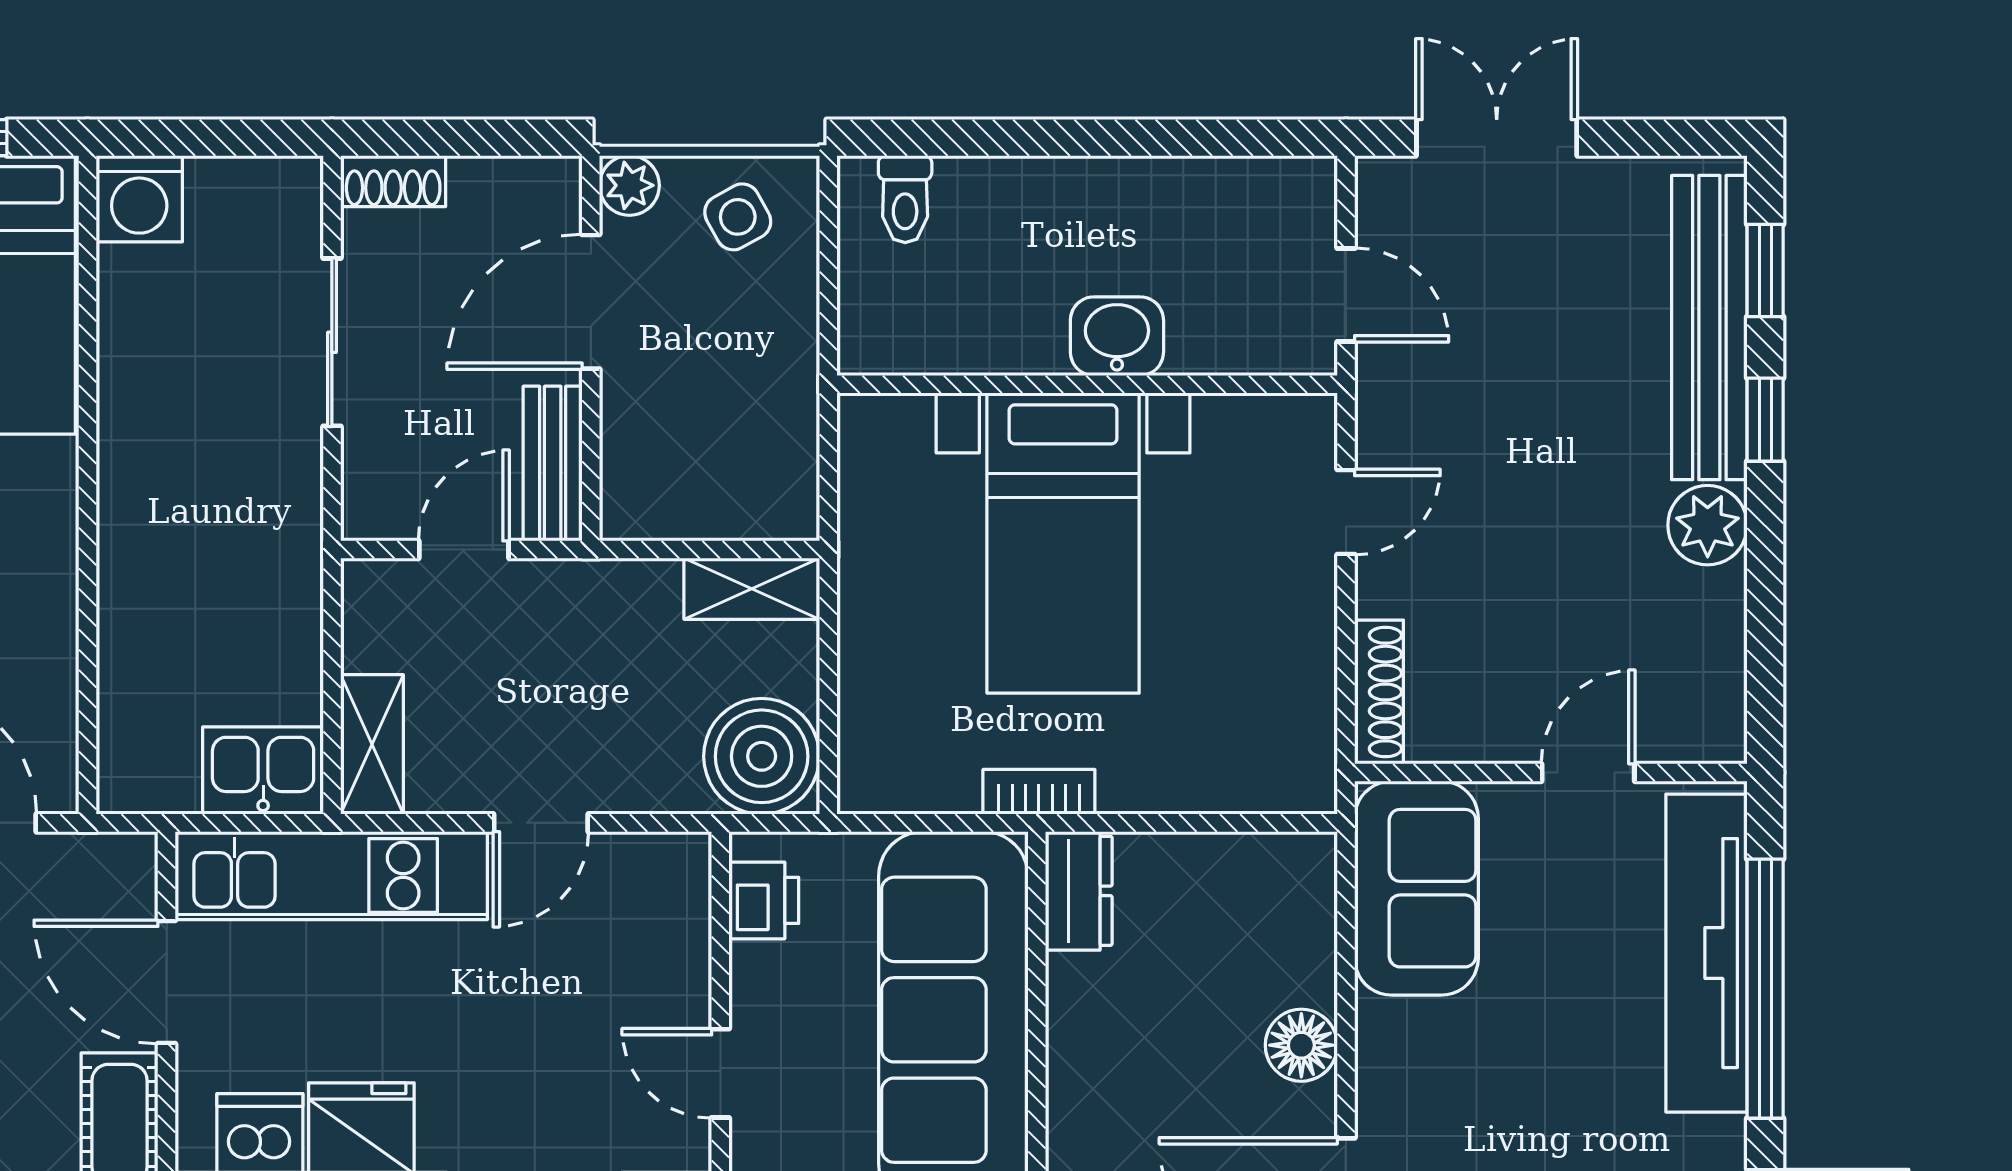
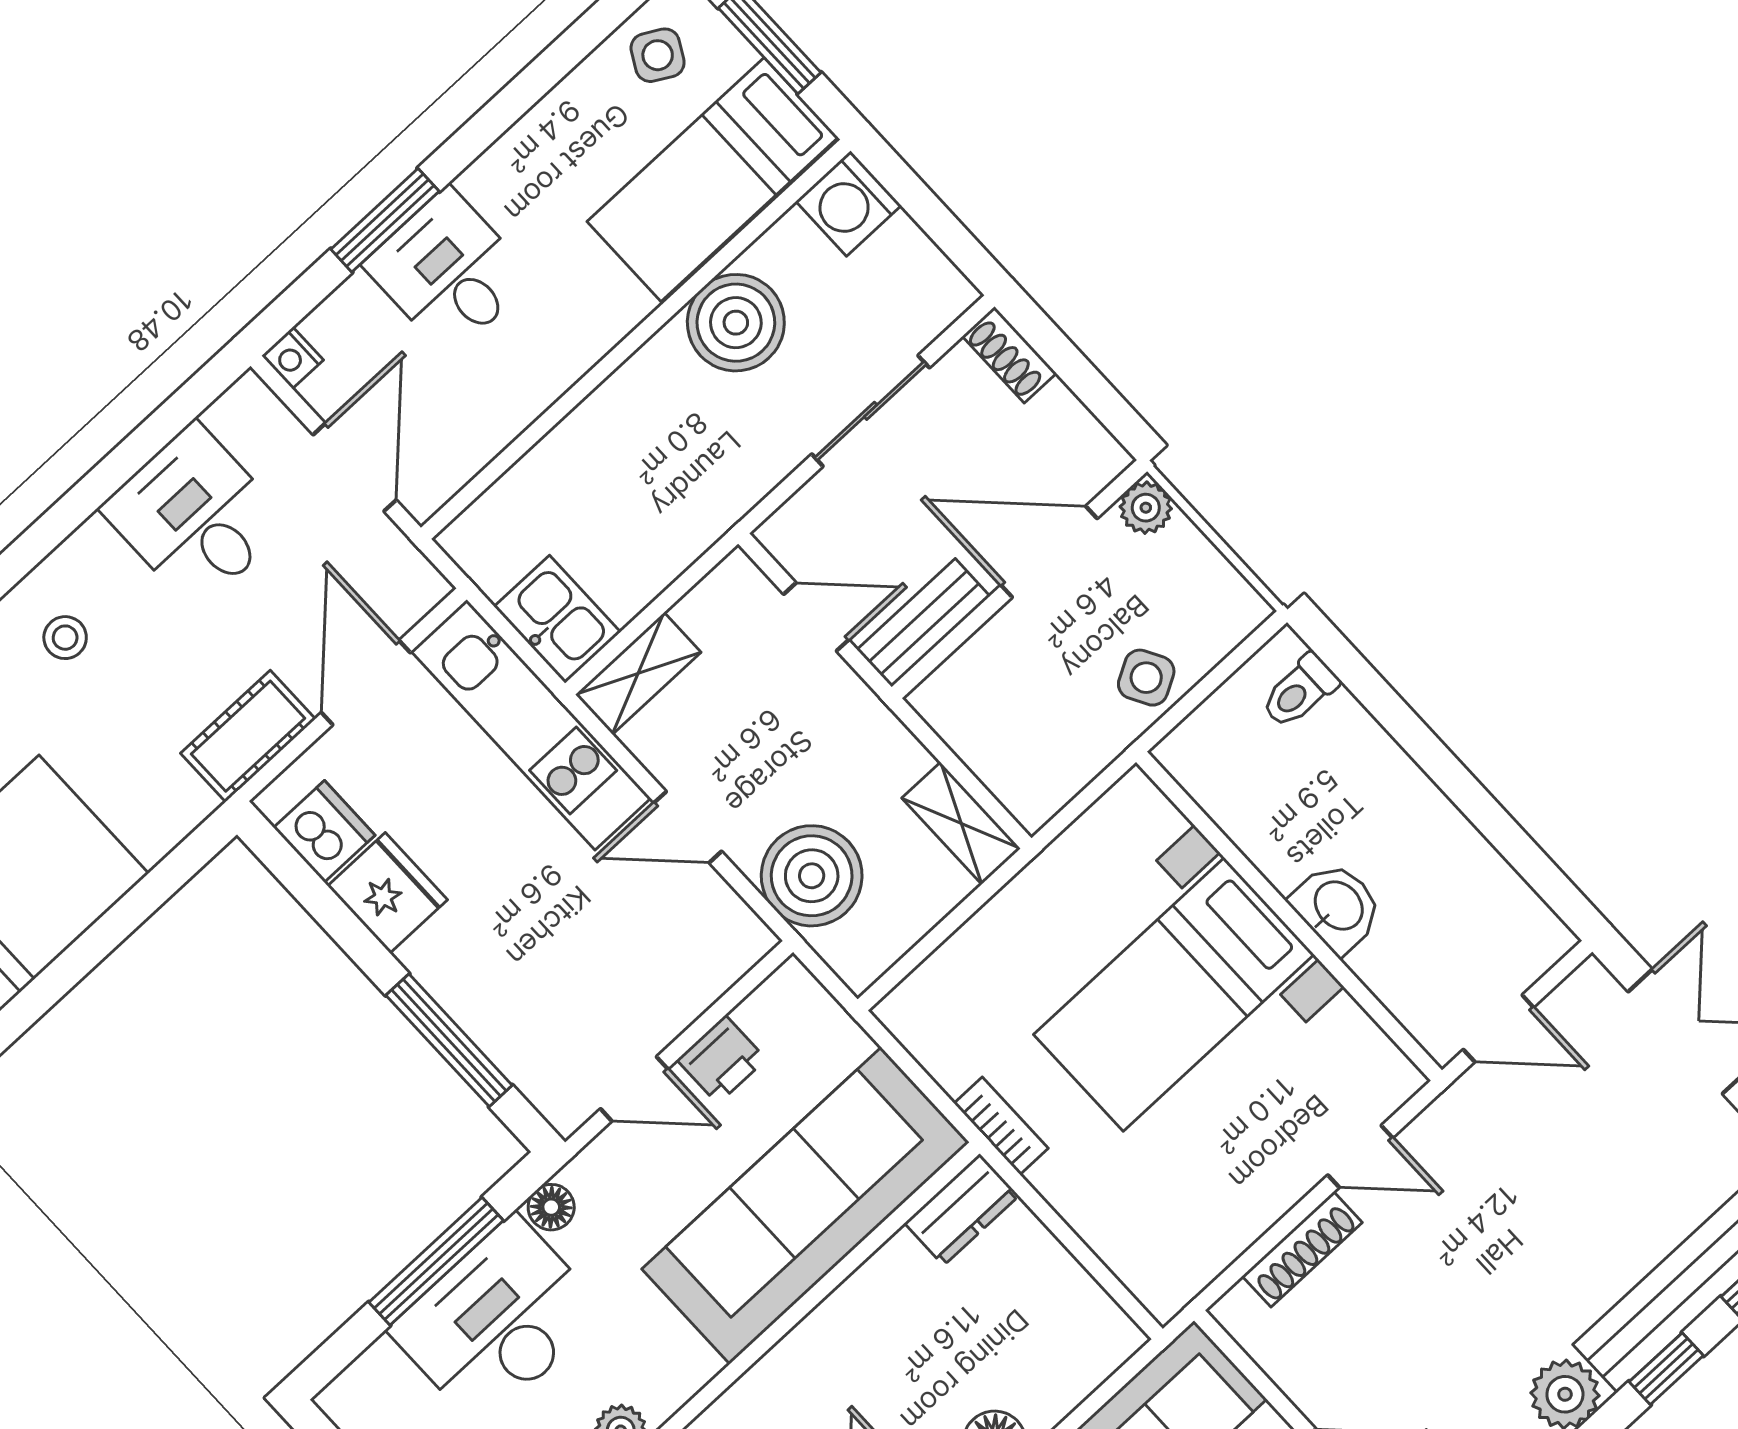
side table: (738, 217) -> (1146, 678), moved
door: (1346, 295) -> (1498, 1028), hinge flipped
boiler: (152, 387) -> (736, 323), added
shoe rack: (1379, 692) -> (1302, 1249), moved
boiler: (762, 756) -> (812, 876), moved
printer: (764, 900) -> (721, 1059), moved
door: (720, 1073) -> (634, 1089), swing flipped

